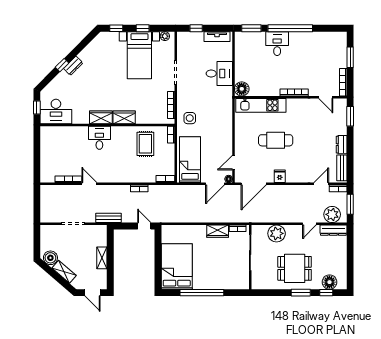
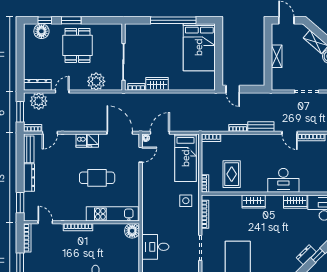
wardrobe: (101, 117) -> (295, 202), moved
desk: (99, 138) -> (283, 180), width x1.37
dresser: (342, 145) -> (29, 177), width x1.44
dishwasher: (291, 176) -> (81, 141), added
door: (254, 184) -> (120, 133), hinge flipped
bench: (109, 218) -> (261, 127), moved
dining table: (295, 268) -> (78, 45), turned 90

